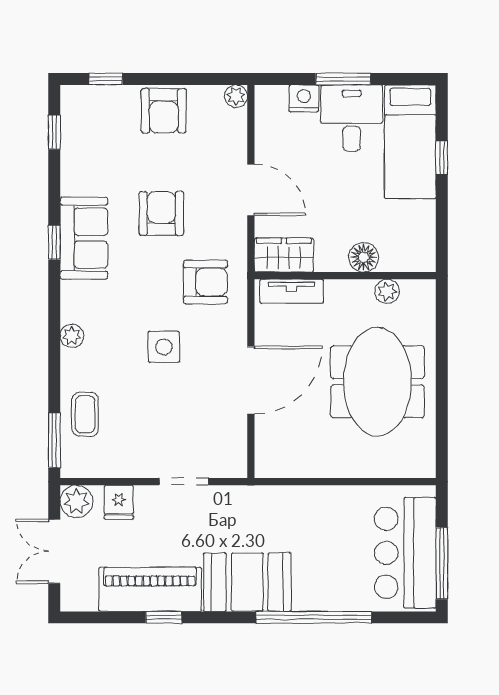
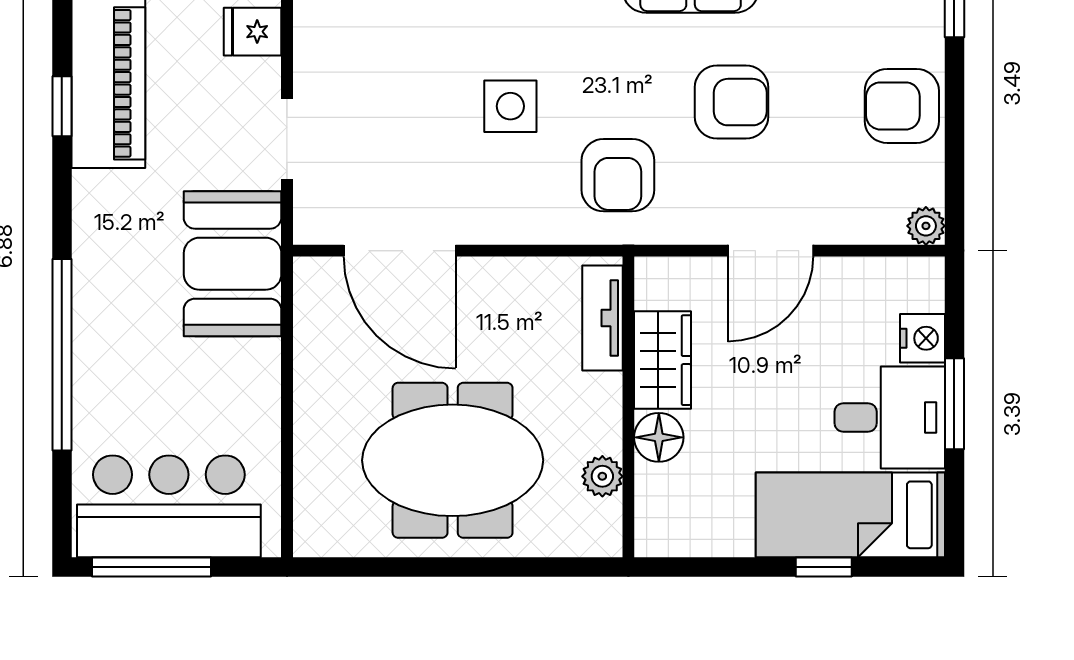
wardrobe: (284, 255) -> (663, 360), moved
door: (251, 380) -> (400, 251), moved
booth: (247, 582) -> (233, 264), moved

